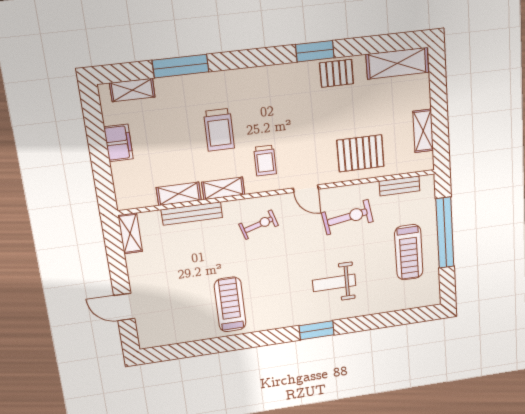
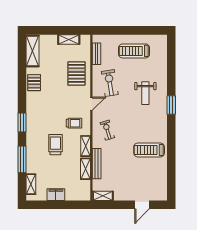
window: (315, 51) -> (22, 123), moved
trolley: (219, 130) -> (55, 145), turned -90
window: (445, 233) -> (126, 30), removed
treadmill: (409, 252) -> (134, 51), turned 180

